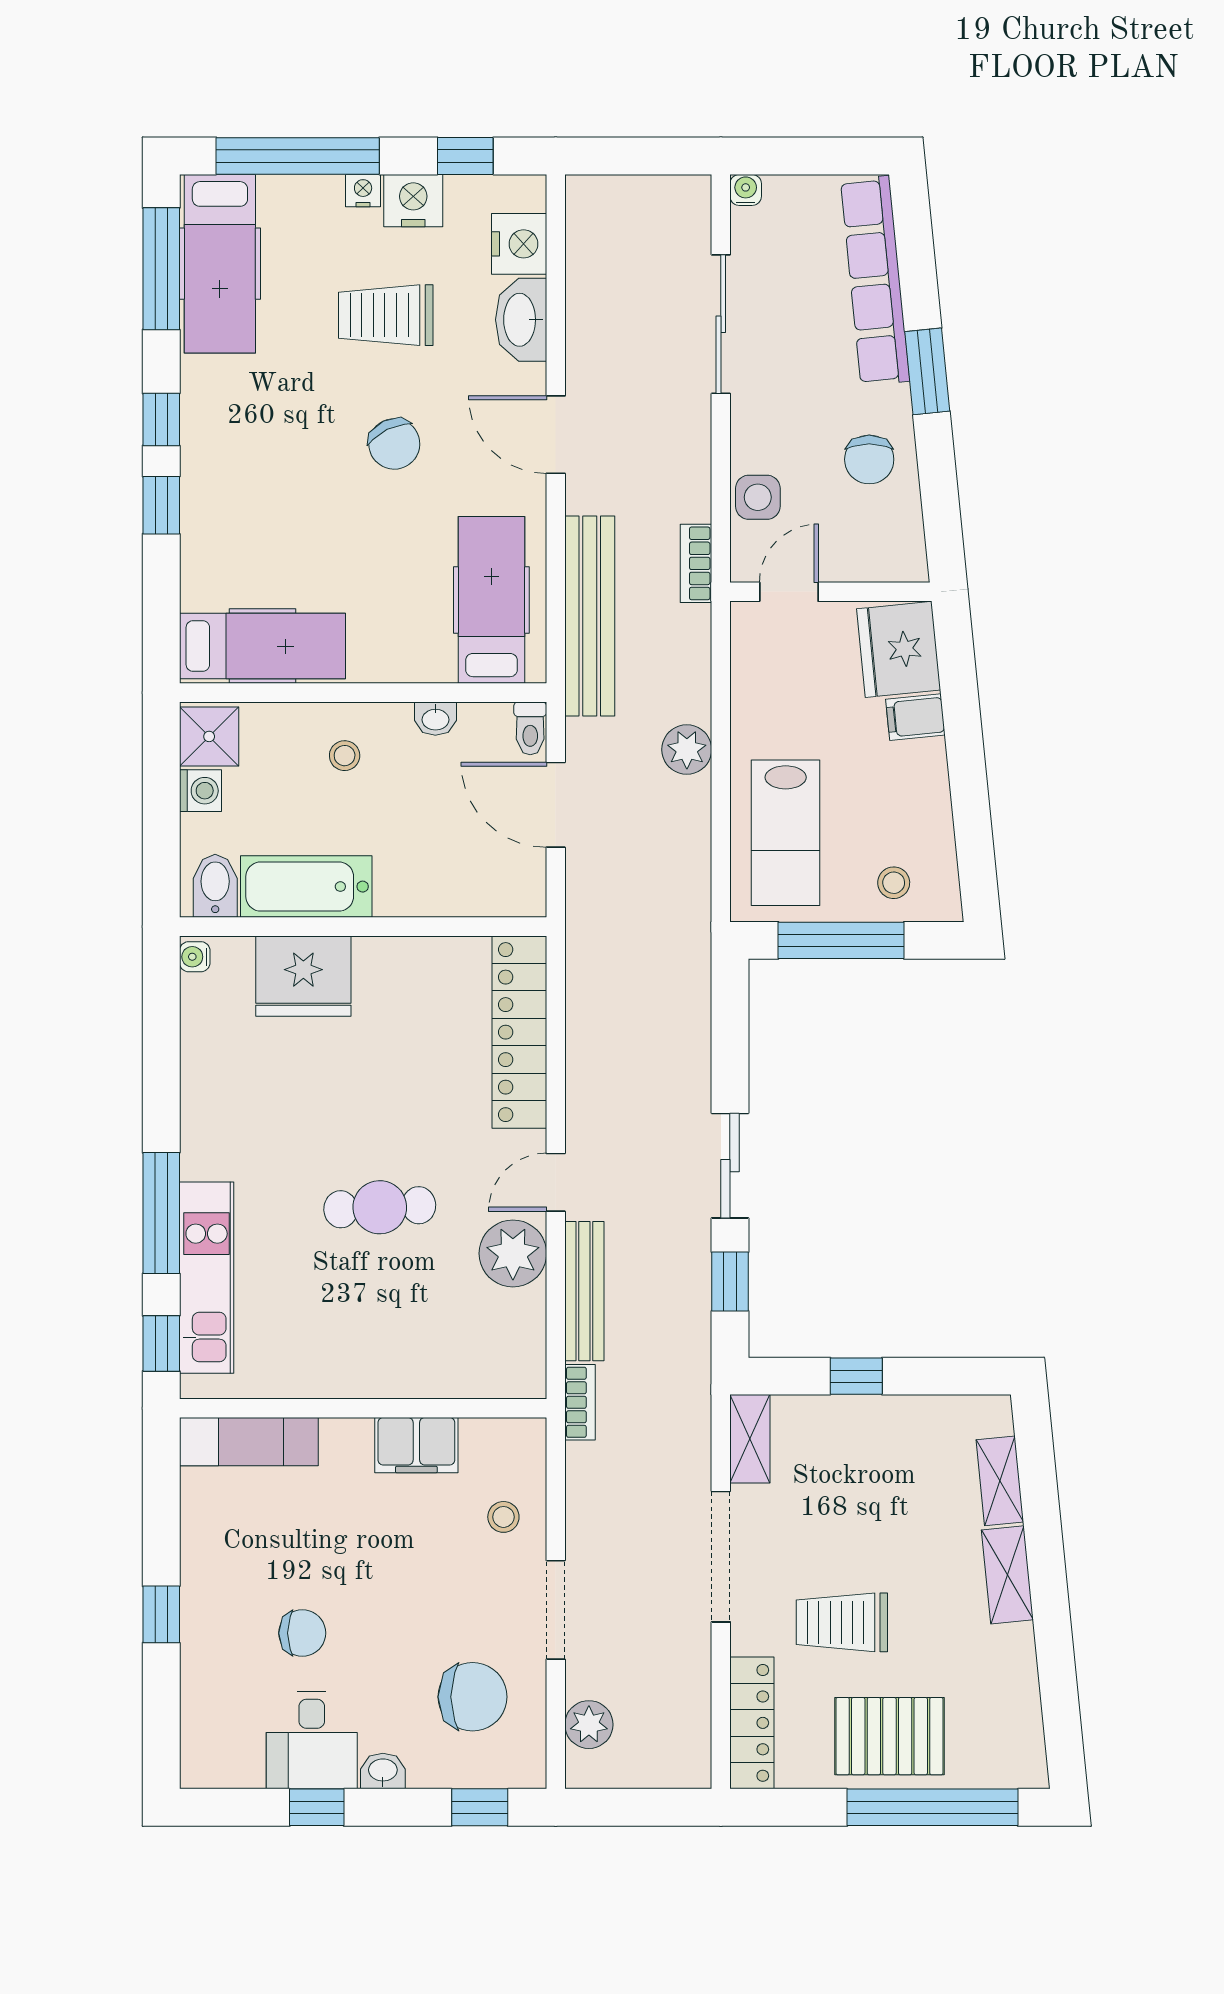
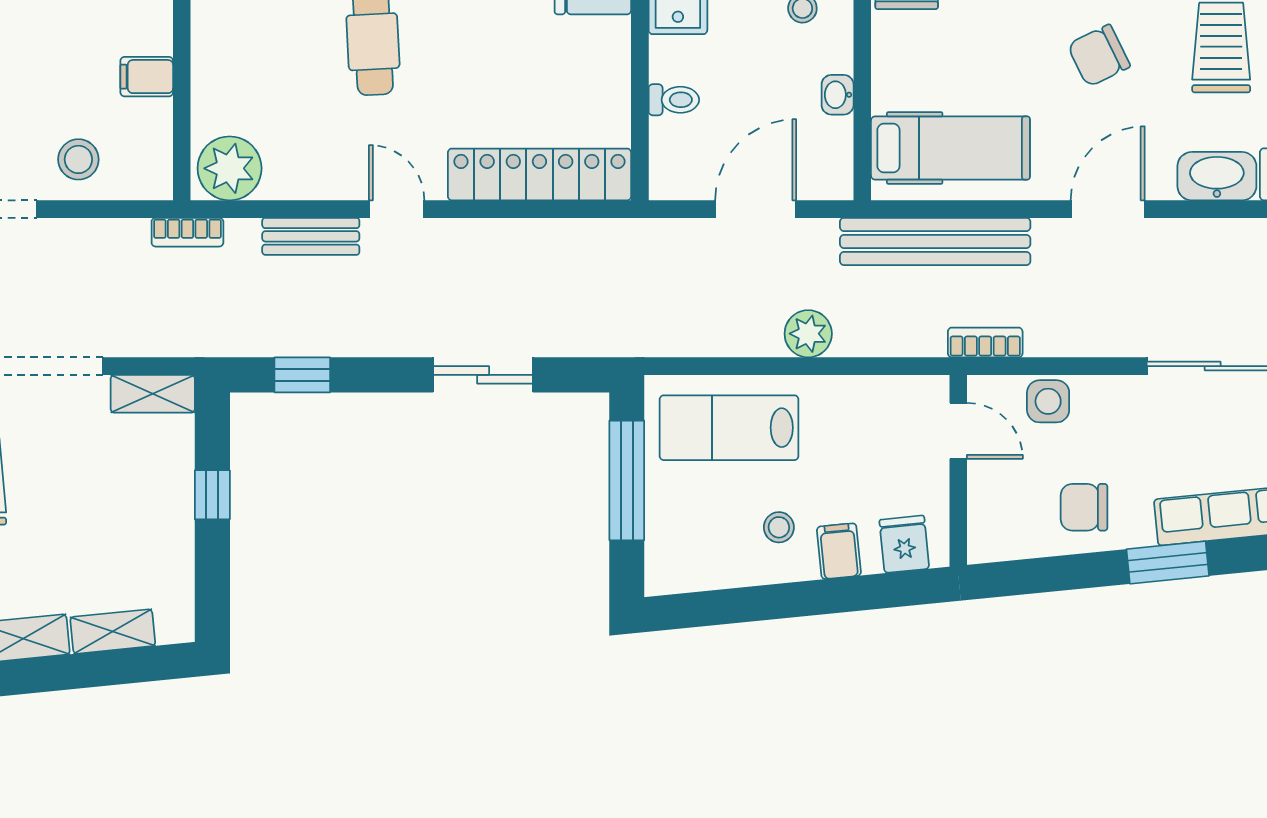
fridge: (899, 649) -> (904, 544), width x0.53, depth x0.75
toilet: (530, 728) -> (674, 100), moved, turned 180
stool: (894, 883) -> (779, 527), moved
sliding door: (730, 1166) -> (483, 375), moved
plant: (513, 1253) -> (230, 168), moved
bench: (584, 1291) -> (311, 236), width x0.73
filing cabinet: (416, 1445) -> (147, 77), width x0.50
stool: (503, 1517) -> (78, 159), width x1.37, depth x1.37

